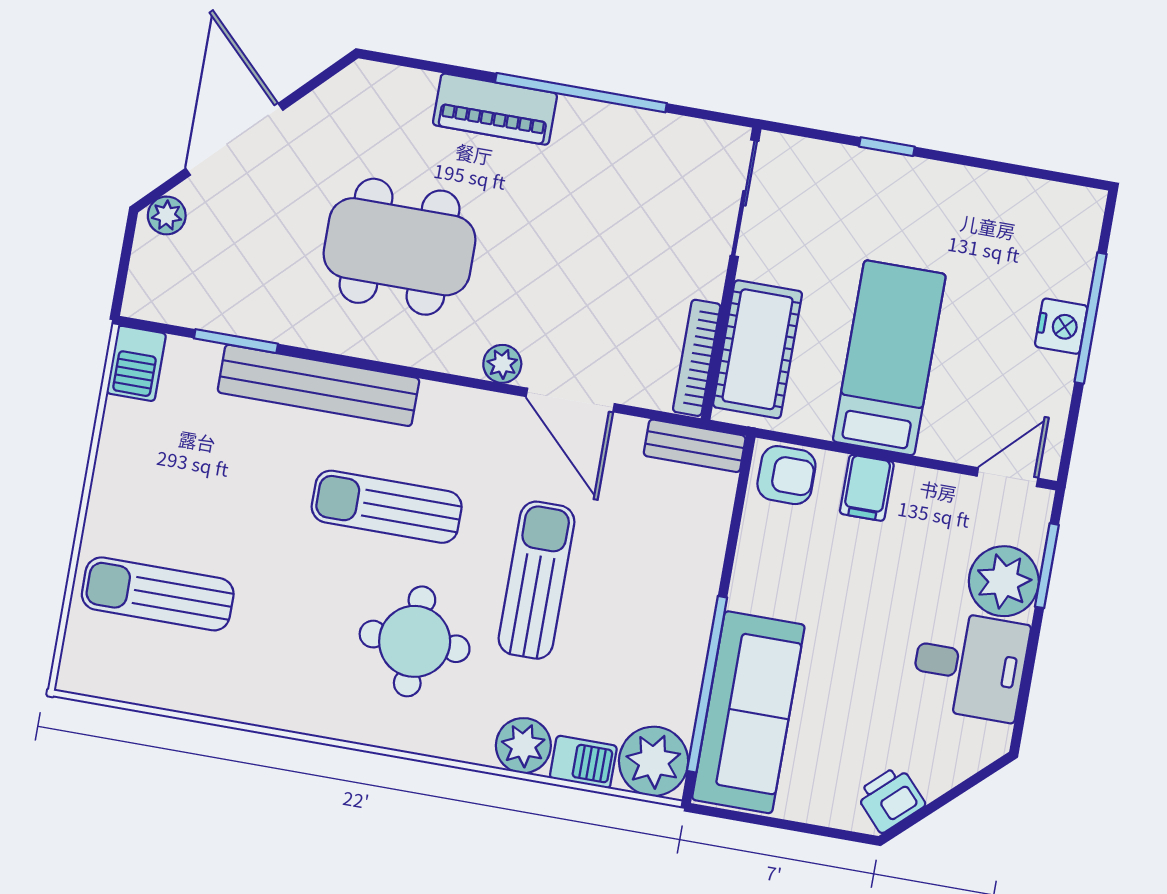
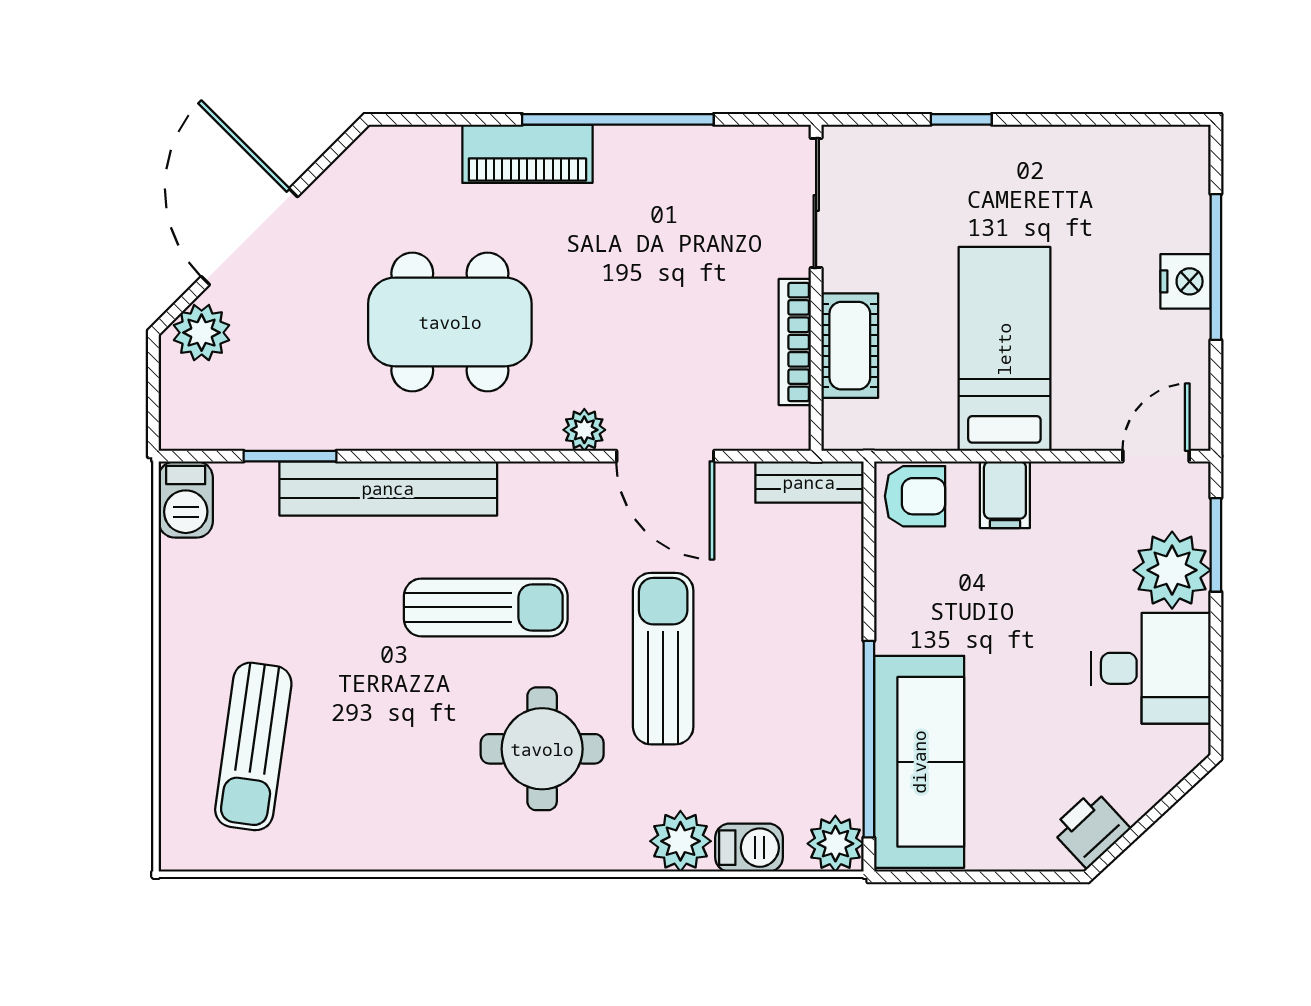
plant: (167, 215) -> (202, 333), width x1.38, depth x1.38
cot: (758, 349) -> (850, 346), width x0.73, depth x0.75
bookcase: (697, 358) -> (795, 342), moved
sun lounger: (387, 507) -> (486, 607), turned 180
sun lounger: (158, 594) -> (253, 746), turned -82
plant: (654, 761) -> (835, 844), width x0.73, depth x0.73

